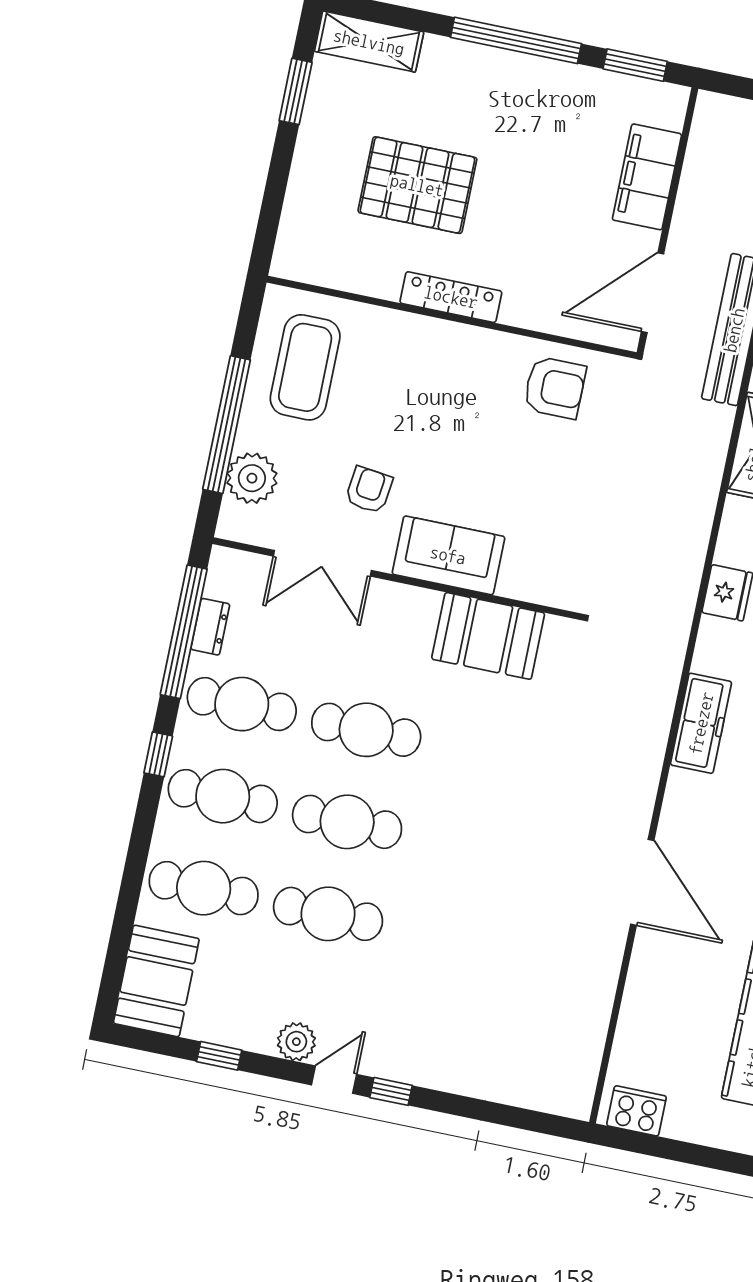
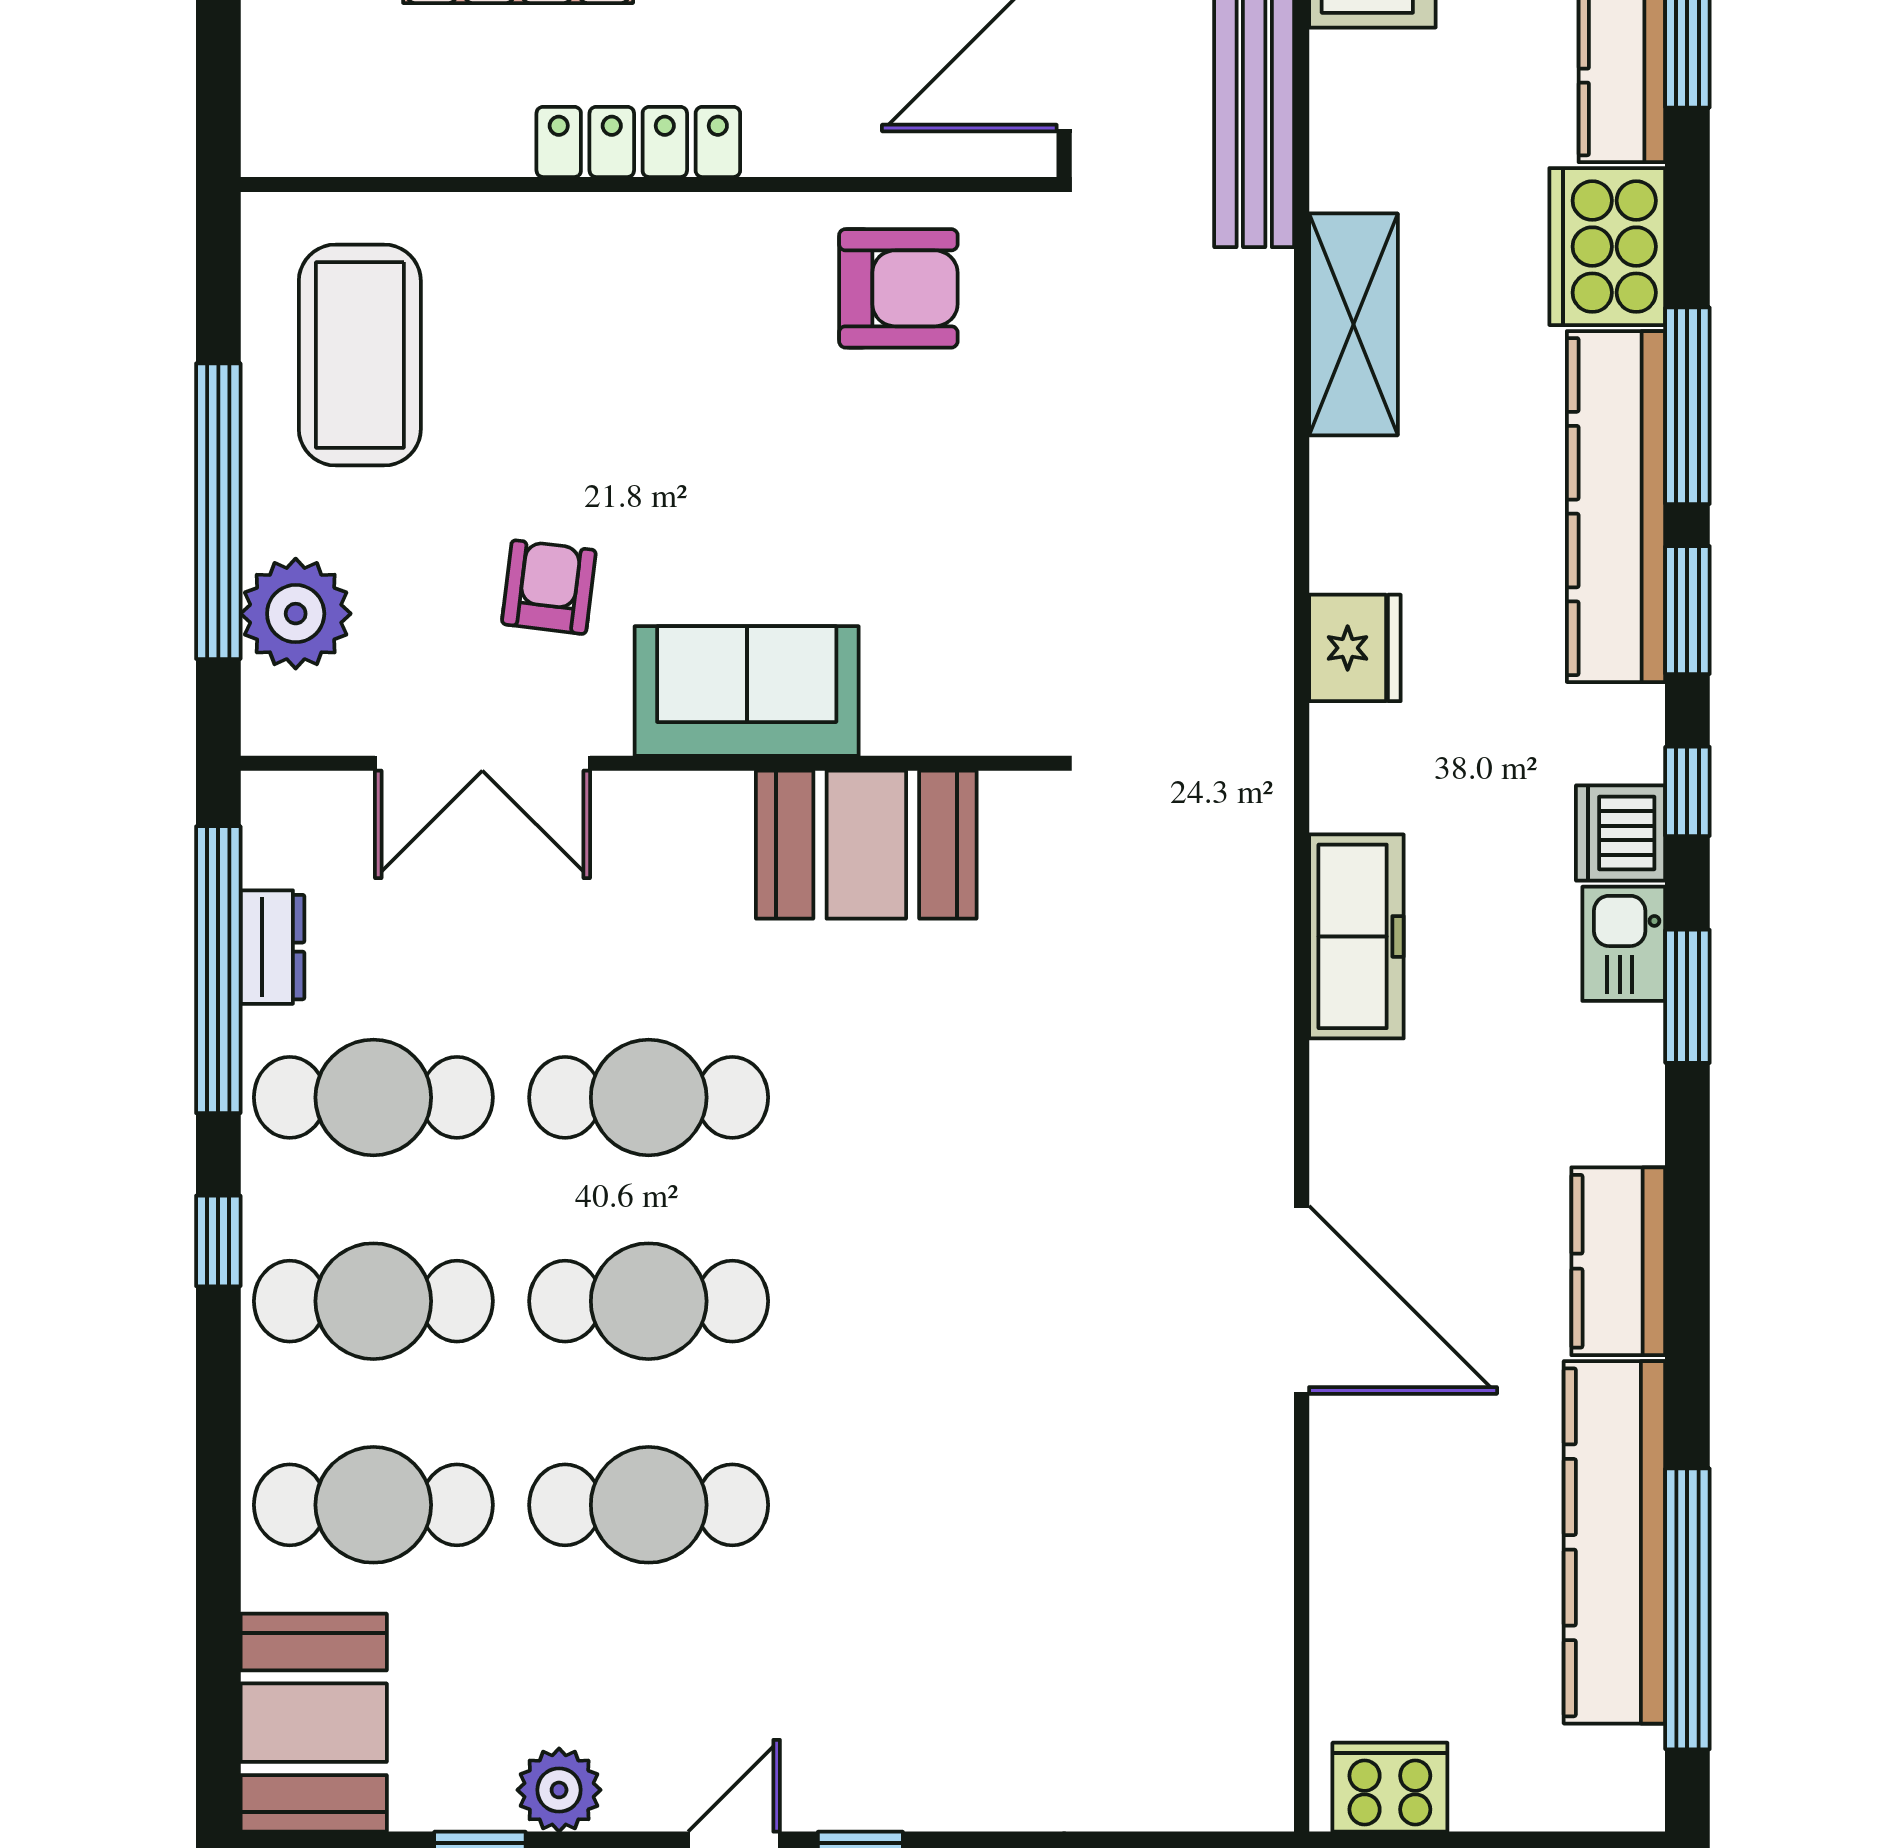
plant: (296, 1042) -> (559, 1790), moved

